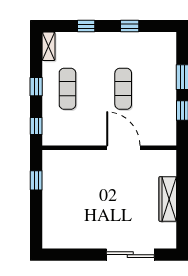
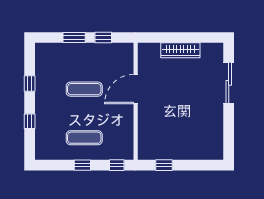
shelving: (49, 46) -> (47, 154), removed

